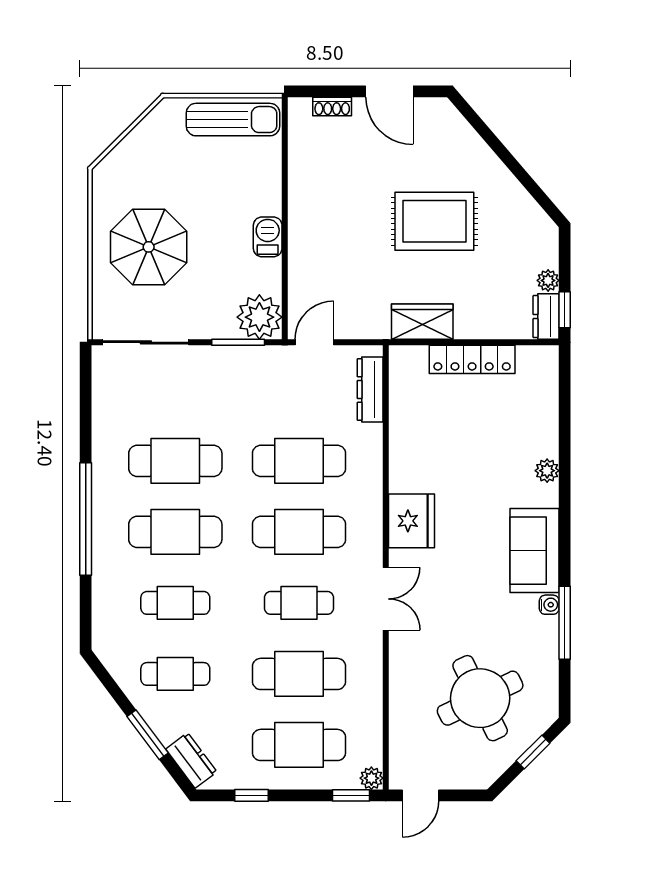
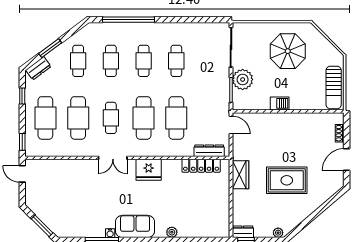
rug: (434, 221) -> (287, 180), turned 90
parasol: (149, 247) -> (288, 51), moved
plant: (548, 280) -> (278, 233), moved
plant: (259, 317) -> (243, 79), moved
locker: (472, 359) -> (201, 166), moved, turned -90
cafe table: (175, 461) -> (176, 61), width x0.73, depth x0.74
window: (86, 519) -> (128, 20), moved
cafe table: (175, 532) -> (144, 61), width x0.73, depth x0.74
round table: (480, 698) -> (67, 201), removed
window: (533, 752) -> (42, 226), width x1.50
plant: (371, 778) -> (30, 151), removed

